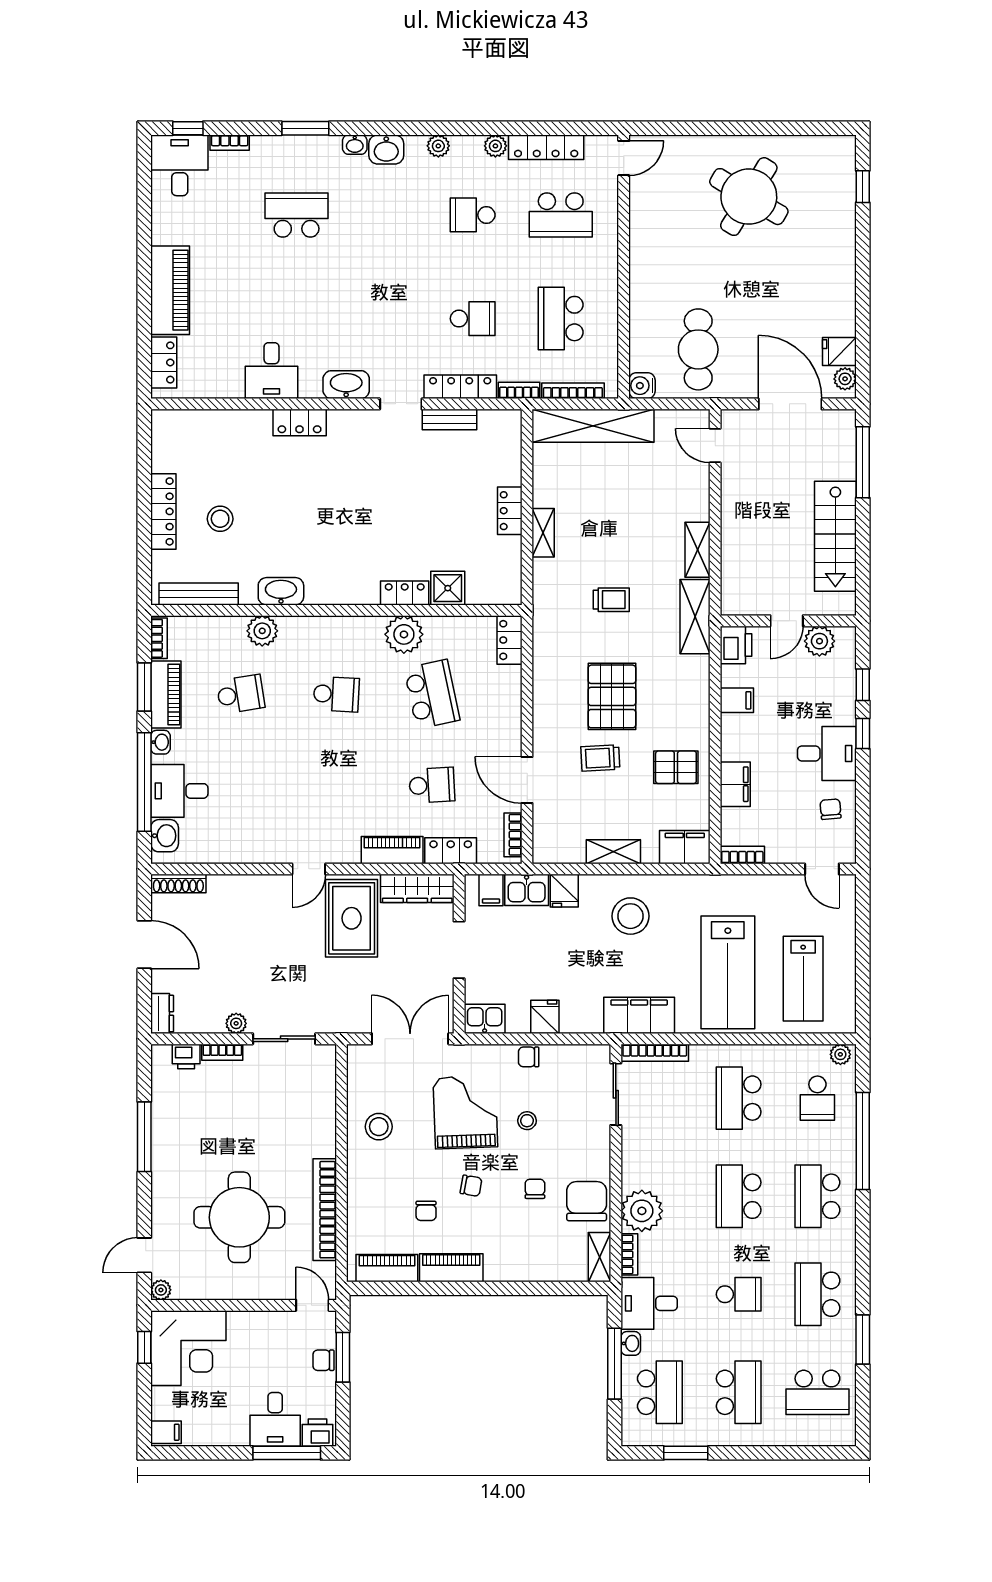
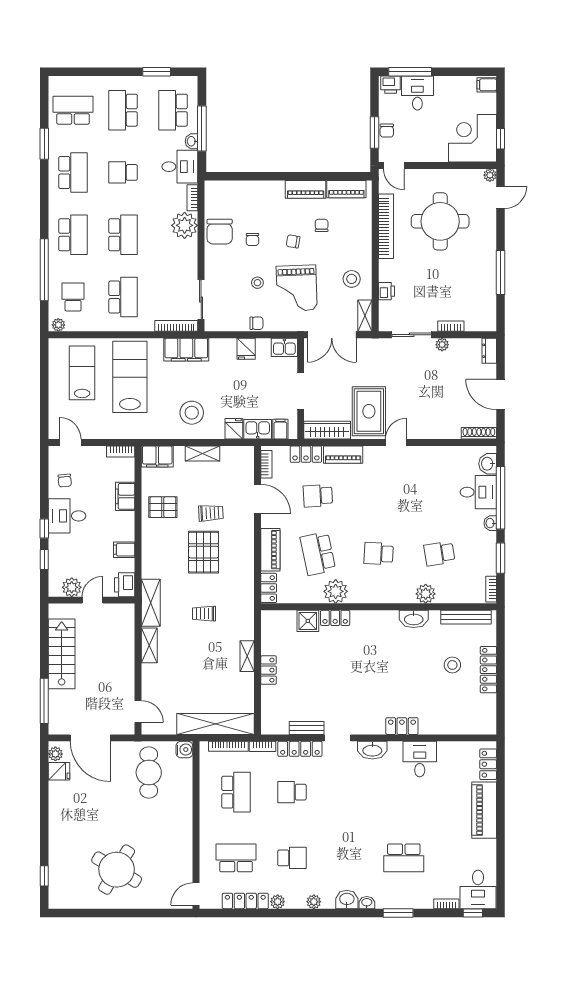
piano: (166, 694) -> (270, 550), moved, turned 180
printer: (186, 1056) -> (386, 291), moved, turned 90
shelving: (599, 1257) -> (365, 316), moved
chair: (323, 1360) -> (387, 131), turned 90

